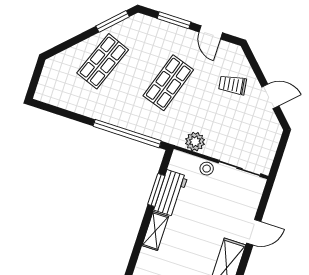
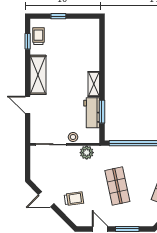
shop shelf: (168, 83) -> (117, 186), turned -30
door: (254, 232) -> (28, 105), hinge flipped

